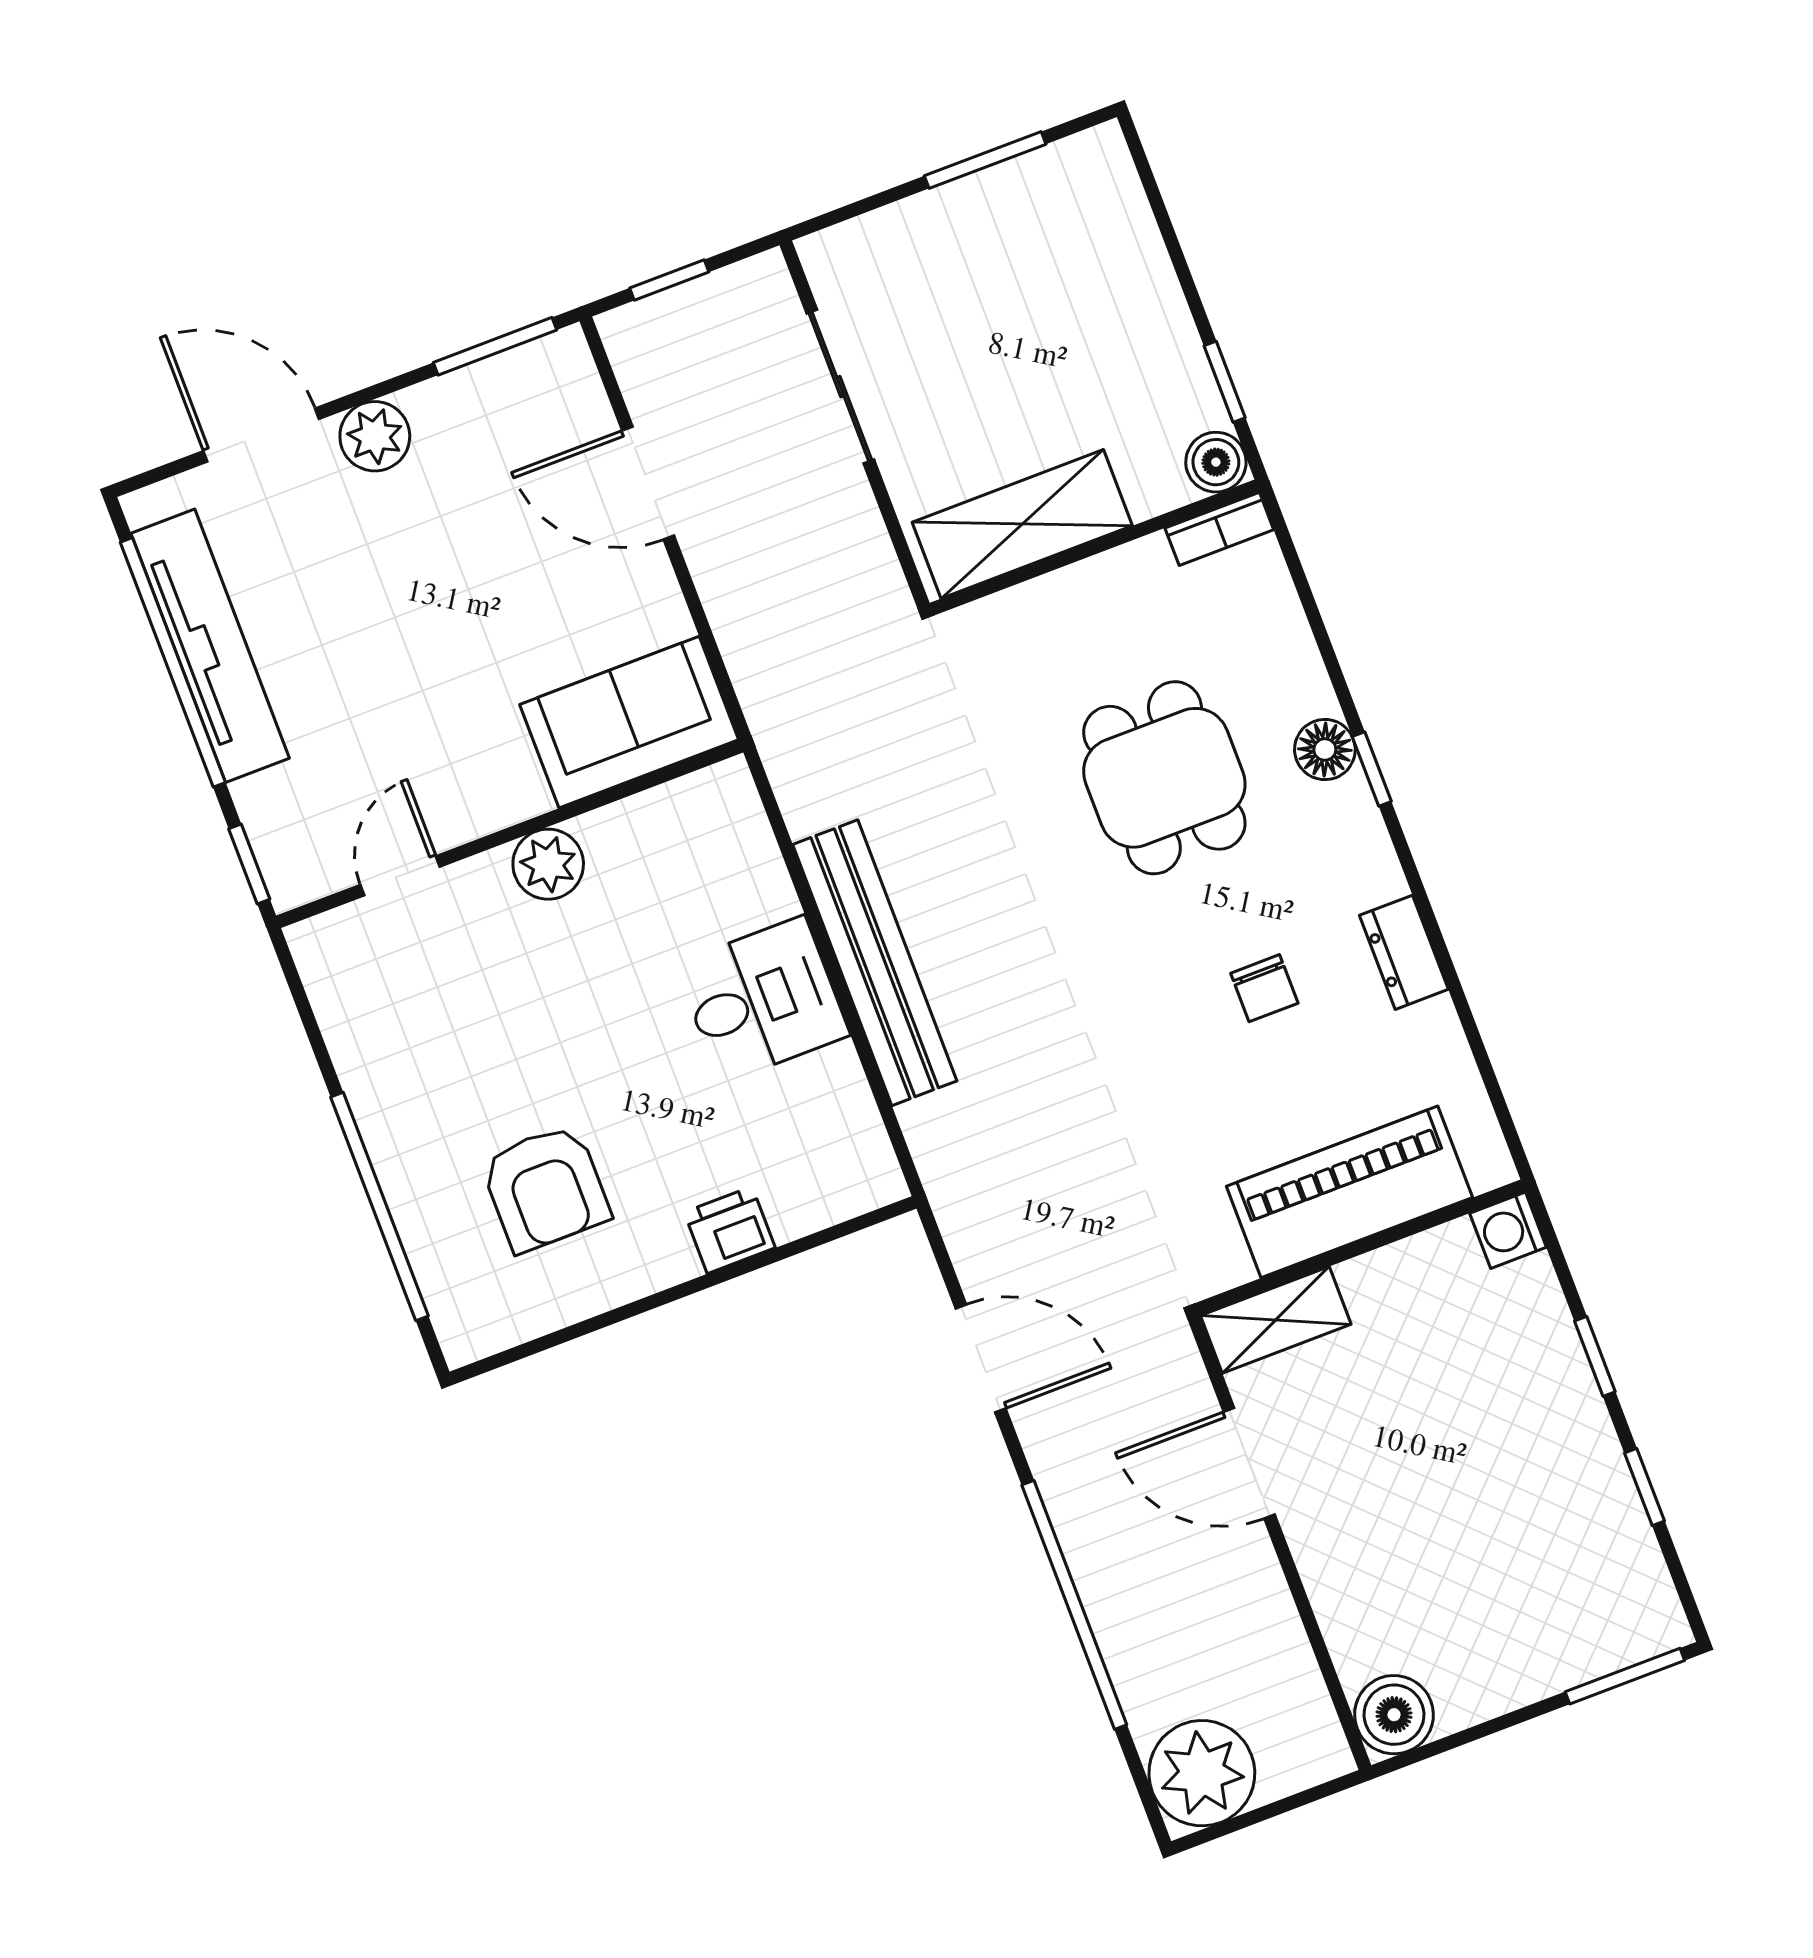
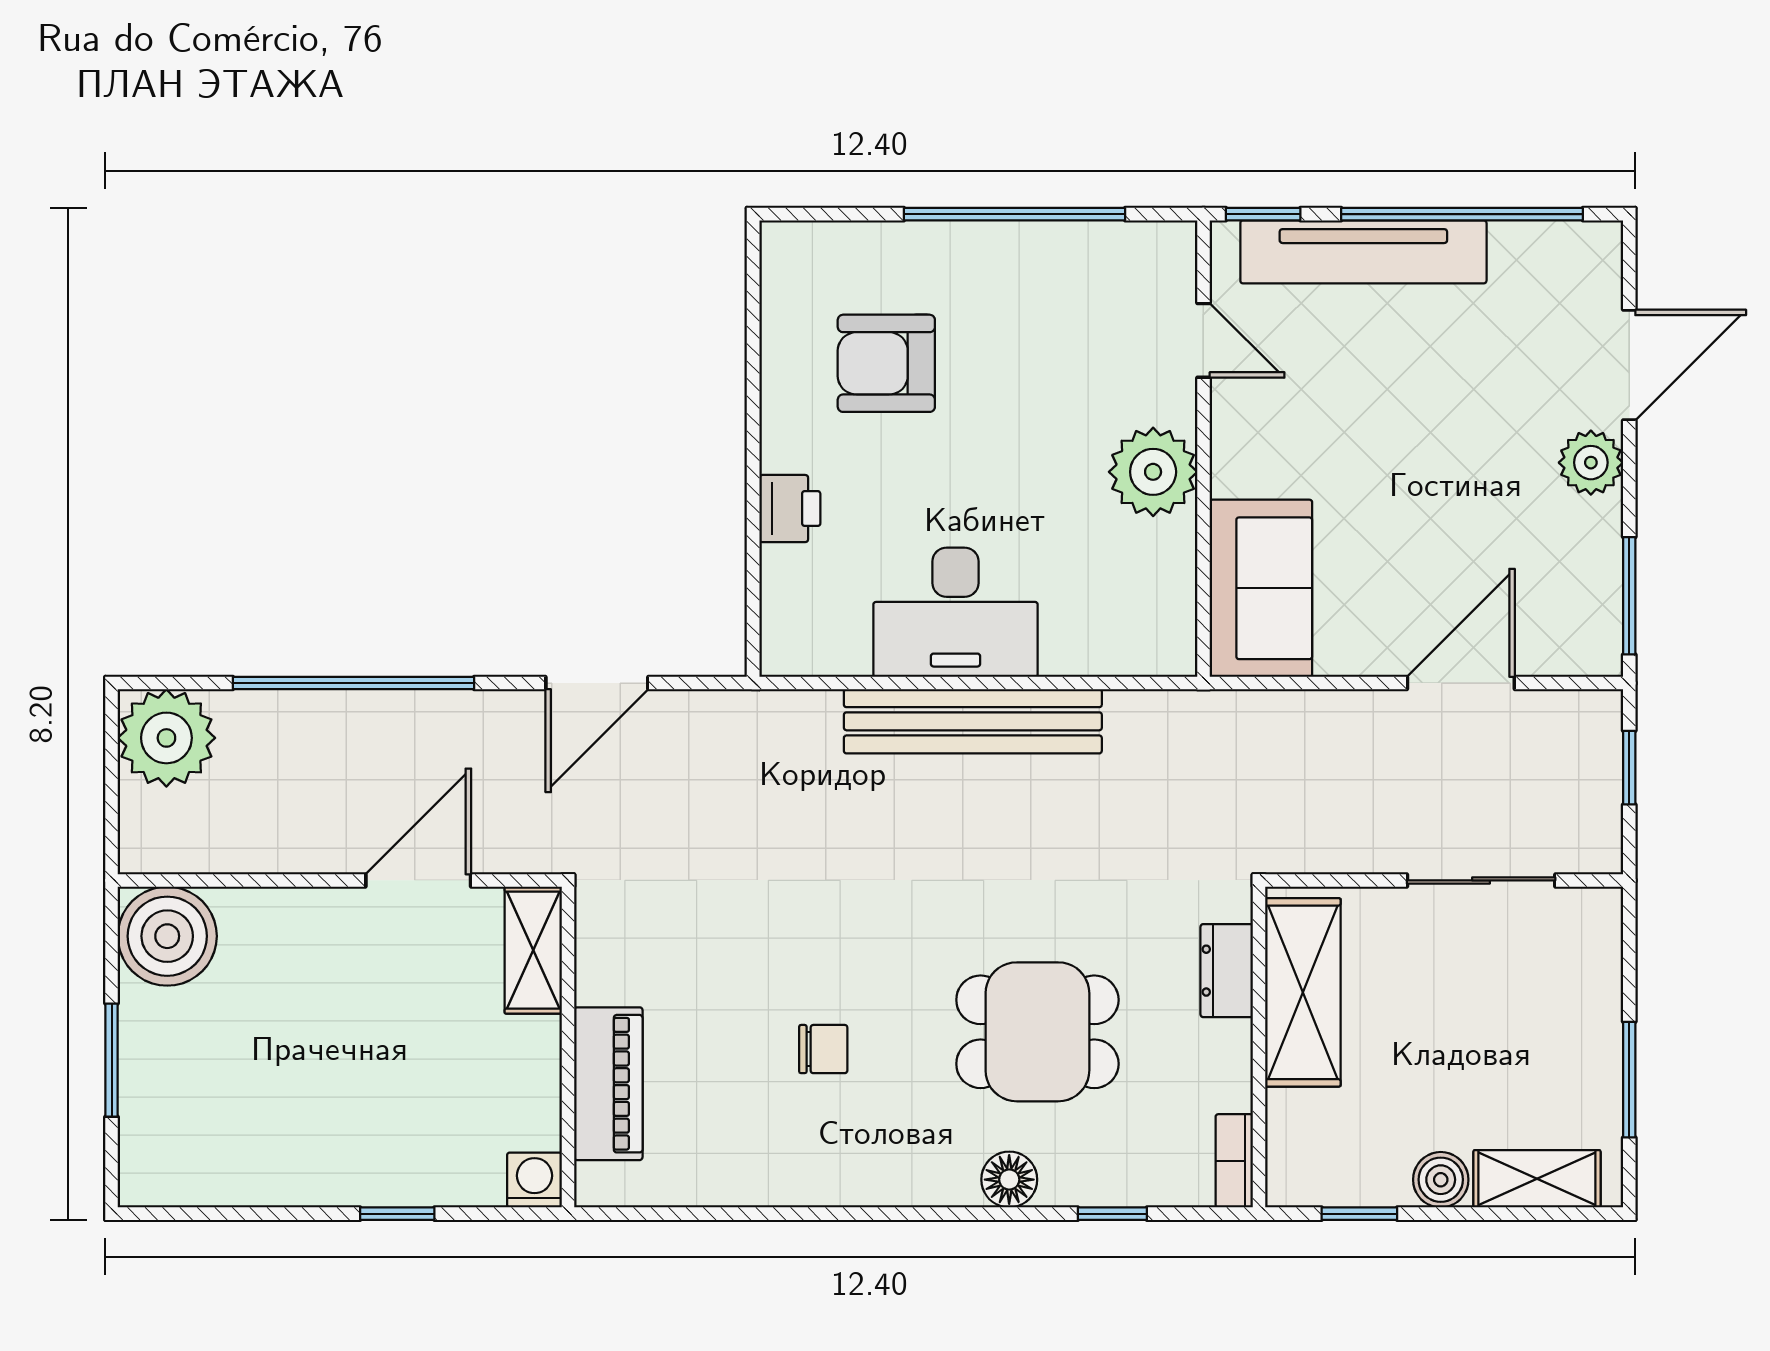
shelving: (1121, 215) -> (1537, 1179), added
boiler: (1216, 462) -> (1441, 1180), moved
tv unit: (210, 646) -> (1363, 252), moved
window: (1372, 769) -> (1112, 1214), moved
plant: (548, 864) -> (1153, 472), width x1.36, depth x1.36
dresser: (1404, 952) -> (1227, 971), moved, turned -90
chair: (1264, 988) -> (823, 1049), turned 180
desk: (762, 1000) -> (956, 612), width x1.37
piano: (1349, 1192) -> (608, 1084), width x0.73, depth x0.75
window: (379, 1207) -> (1015, 214), moved
window: (1645, 1487) -> (268, 1214), removed
window: (1625, 1676) -> (112, 1060), moved
boiler: (1394, 1715) -> (167, 936), width x1.37, depth x1.37

